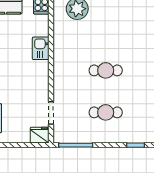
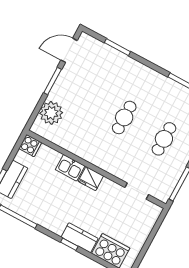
fridge: (40, 135) -> (91, 179), moved, turned -90

